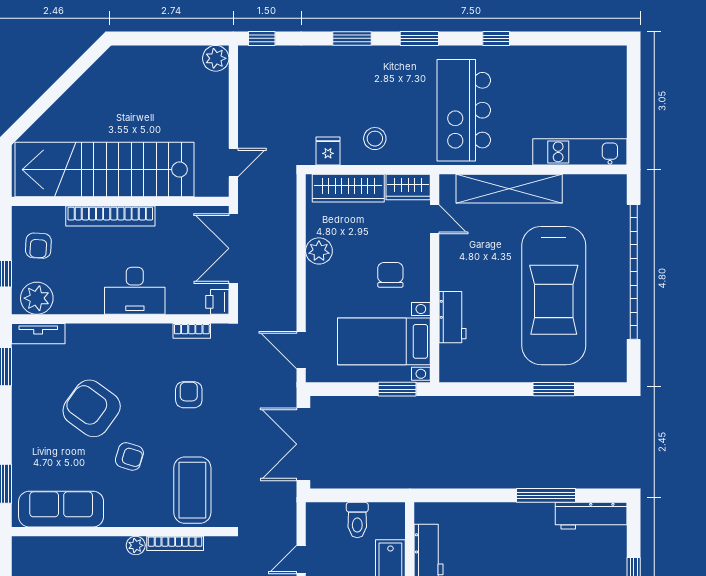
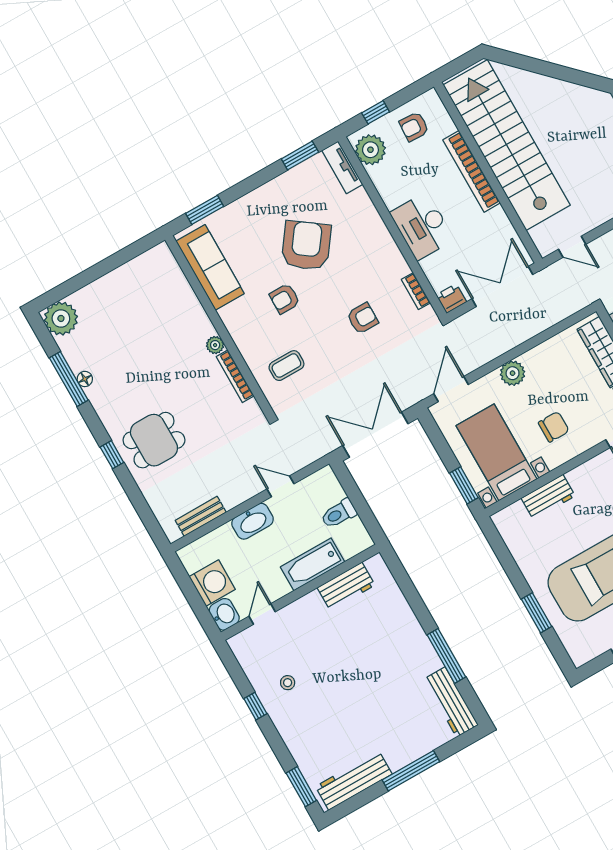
plant: (319, 251) -> (513, 373), moved
armchair: (129, 456) -> (285, 299), turned 73
coffee table: (192, 490) -> (286, 366), width x0.54, depth x0.58

